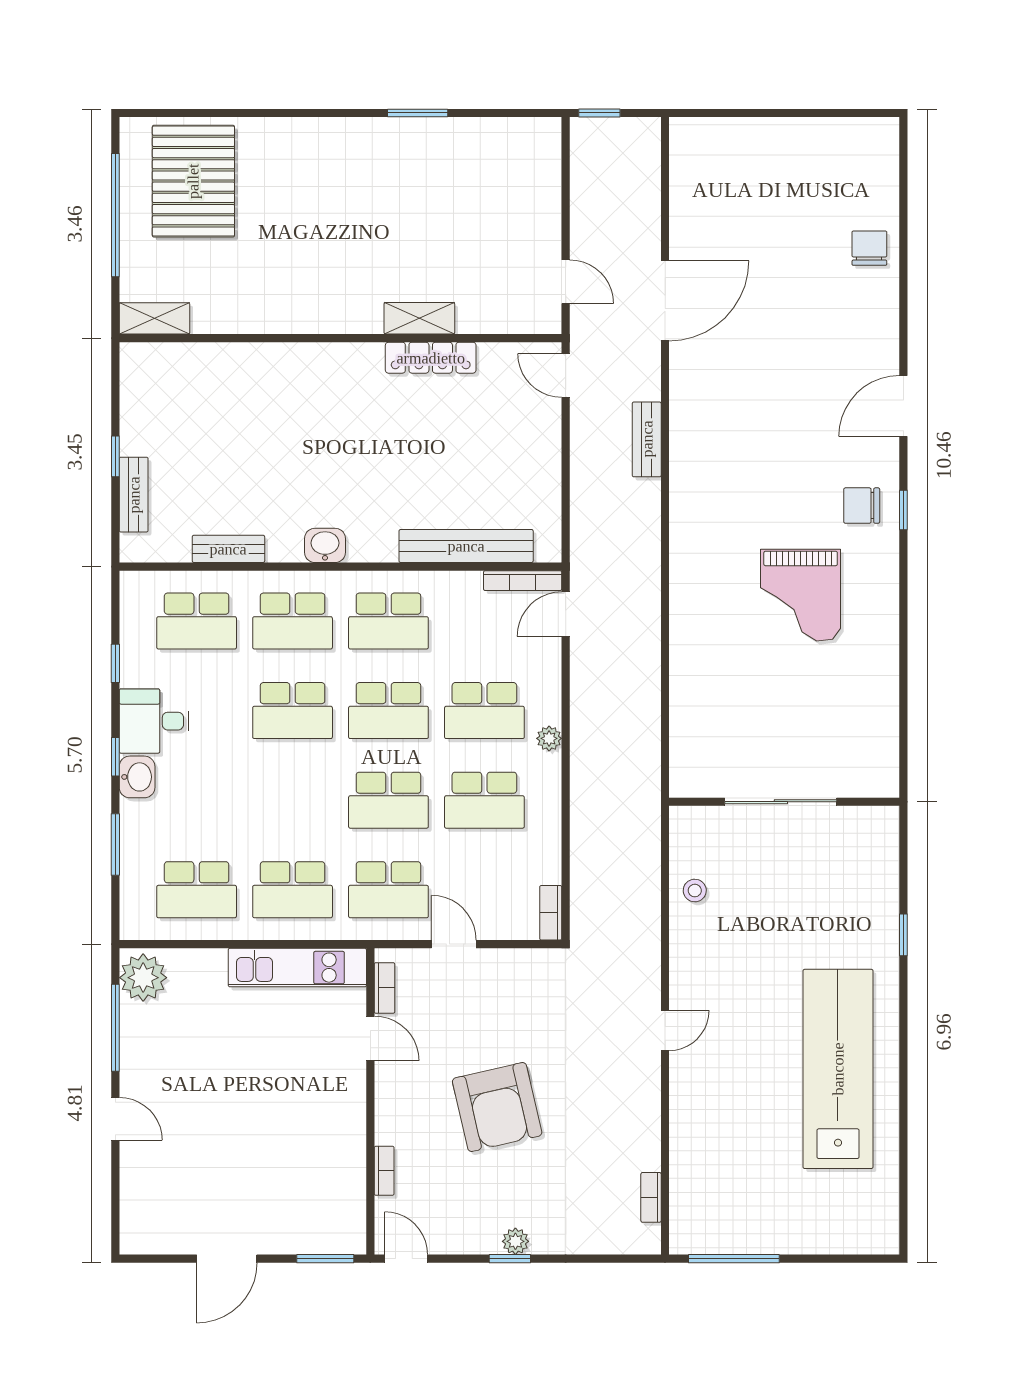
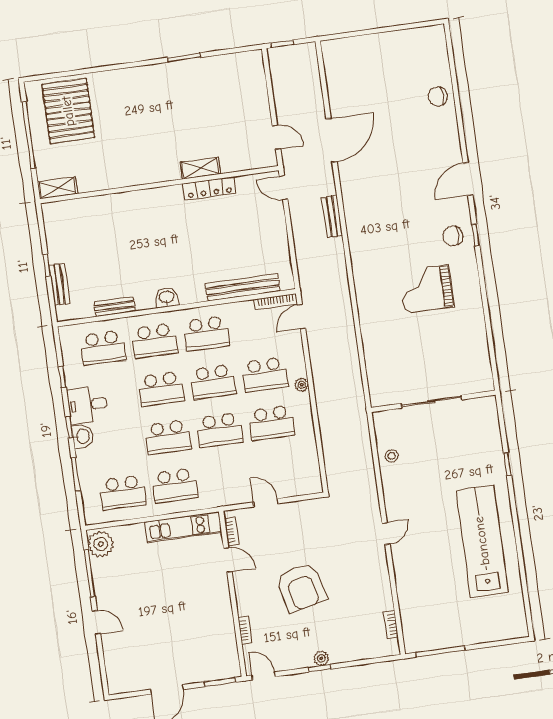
chair: (869, 248) -> (438, 96), turned -90
grand piano: (801, 595) -> (427, 289), turned 90
school desk: (388, 890) -> (168, 437), moved
bookcase: (551, 913) -> (316, 479), removed

